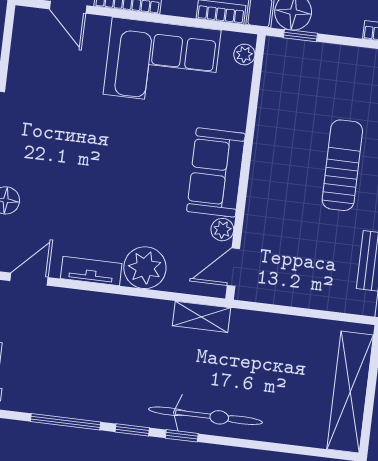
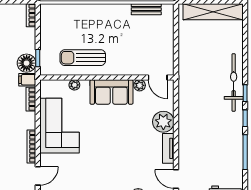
plant: (244, 54) -> (74, 85), moved
sun lounger: (342, 165) -> (83, 58), moved
shelving: (201, 317) -> (184, 91), removed

